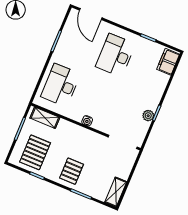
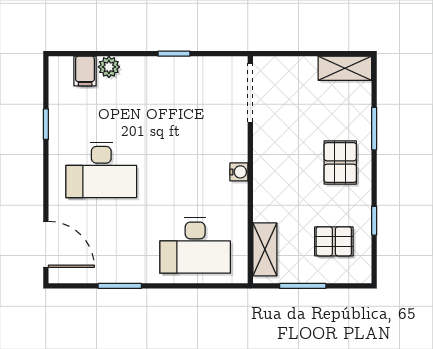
door: (91, 14) -> (46, 244), hinge flipped
filing cabinet: (168, 62) -> (85, 71), width x0.50
plant: (148, 116) -> (109, 67), moved
pallet: (35, 152) -> (334, 241), width x0.67, depth x0.71
pallet: (72, 171) -> (340, 163), turned 90

